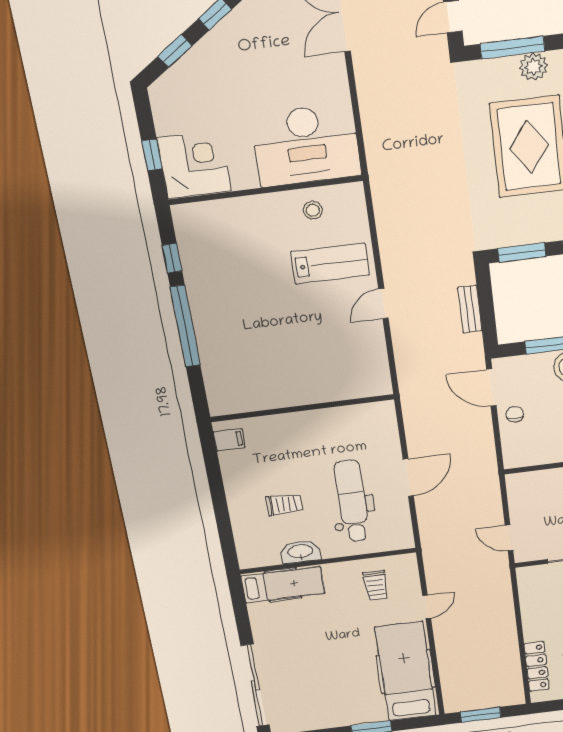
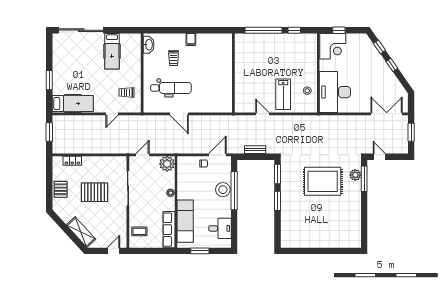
plant: (533, 67) -> (355, 175), moved
wall: (302, 408) -> (233, 73), moved
filing cabinet: (229, 440) -> (191, 39), moved
plant: (523, 487) -> (167, 164), added
washbasin: (300, 552) -> (149, 45), moved
hospital bed: (283, 585) -> (112, 51), moved
door: (427, 607) -> (112, 114), hinge flipped
locker: (537, 667) -> (72, 161), width x0.66
hospital bed: (406, 671) -> (73, 104), width x0.73, depth x0.78

